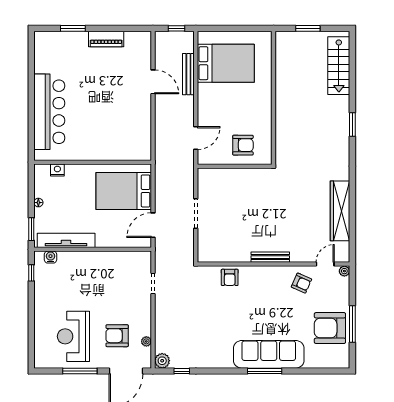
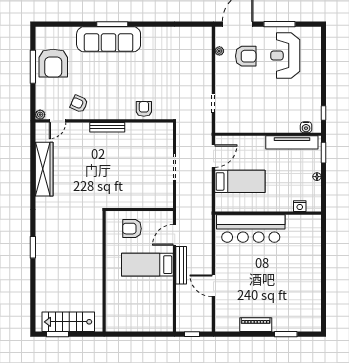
window: (308, 28) -> (57, 334), moved
bed: (226, 63) -> (147, 265), moved, width x0.67
stairs: (339, 66) -> (68, 322), moved, turned -90
bench: (188, 74) -> (181, 265), moved
bar counter: (49, 112) -> (251, 229), moved, turned -90
bed: (124, 191) -> (240, 181), width x0.67
armchair: (330, 328) -> (53, 63), turned 90
reception desk: (73, 336) -> (285, 56), turned 180
plant: (162, 361) -> (205, 34), removed
window: (182, 371) -> (187, 24), removed

